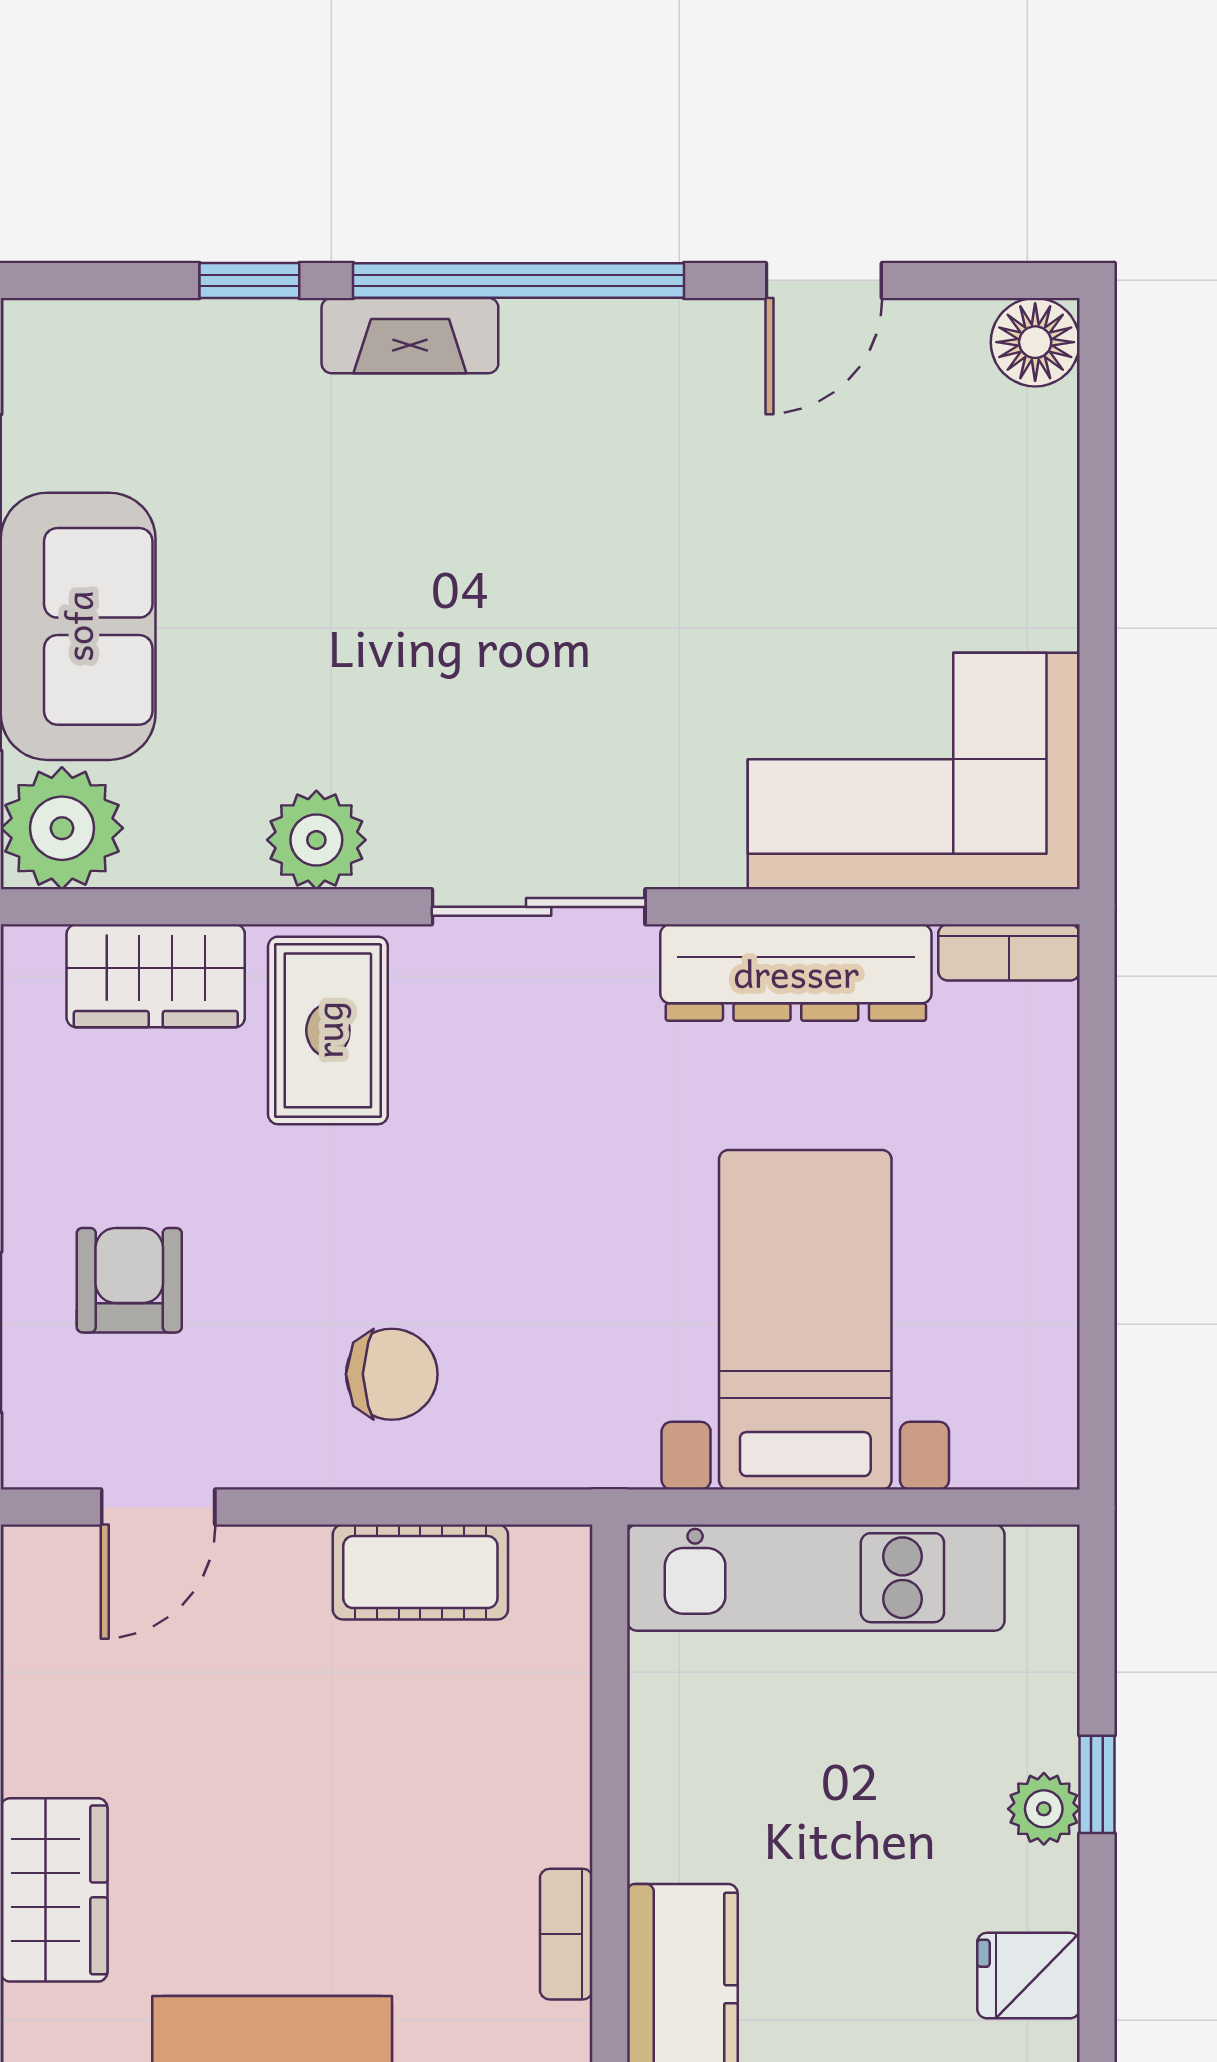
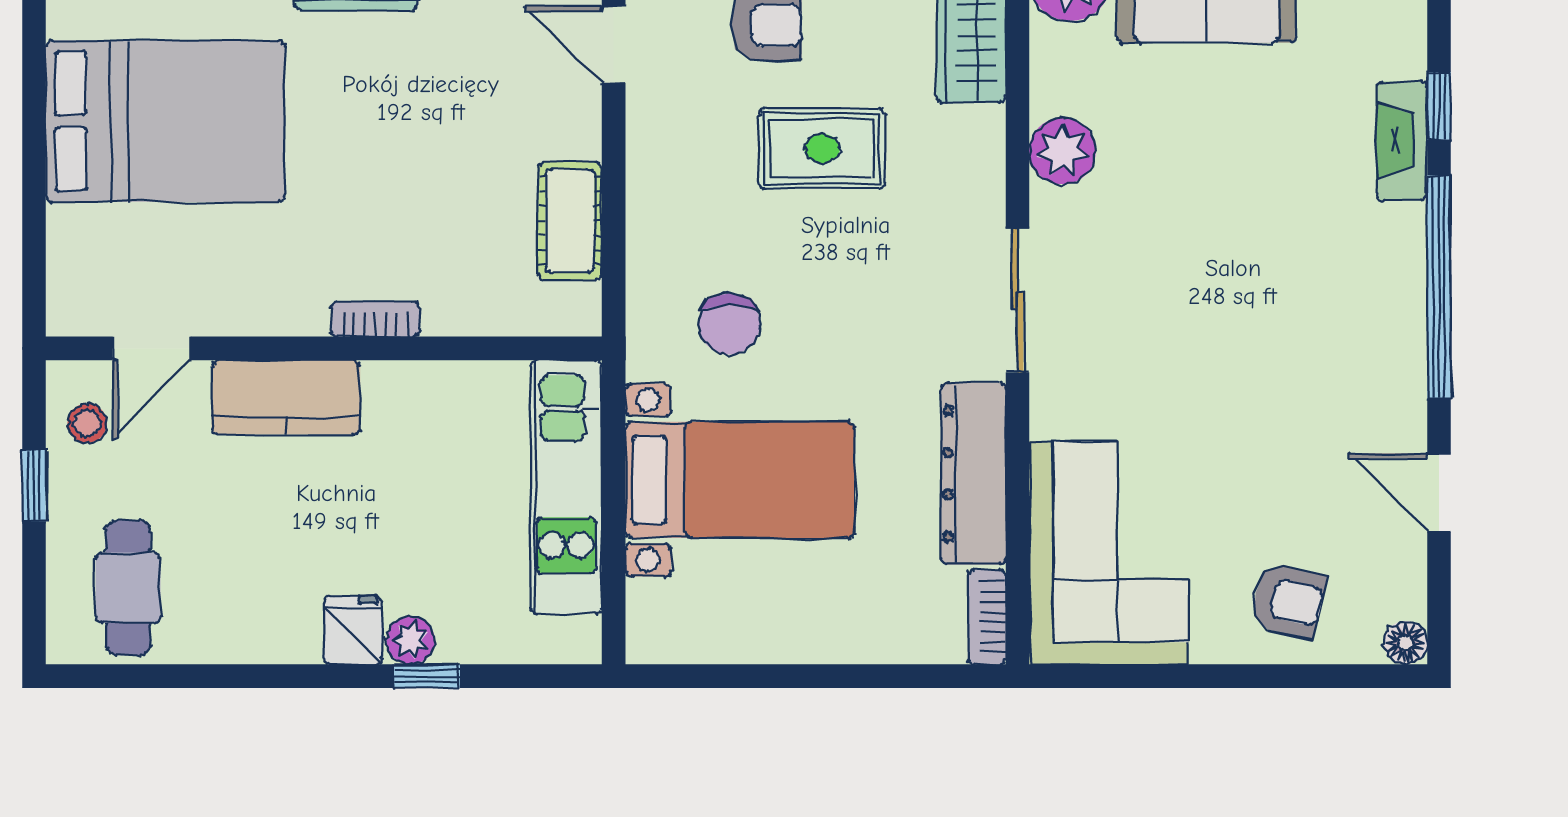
fireplace: (410, 336) -> (1402, 141), moved
floor lamp: (1035, 342) -> (1406, 643), width x0.73, depth x0.73
armchair: (984, 505) -> (1288, 600), added
rug: (328, 1030) -> (822, 149), moved
chair: (392, 1374) -> (729, 324), moved
bookcase: (566, 1934) -> (375, 319), moved
fridge: (1028, 1976) -> (353, 630), moved

